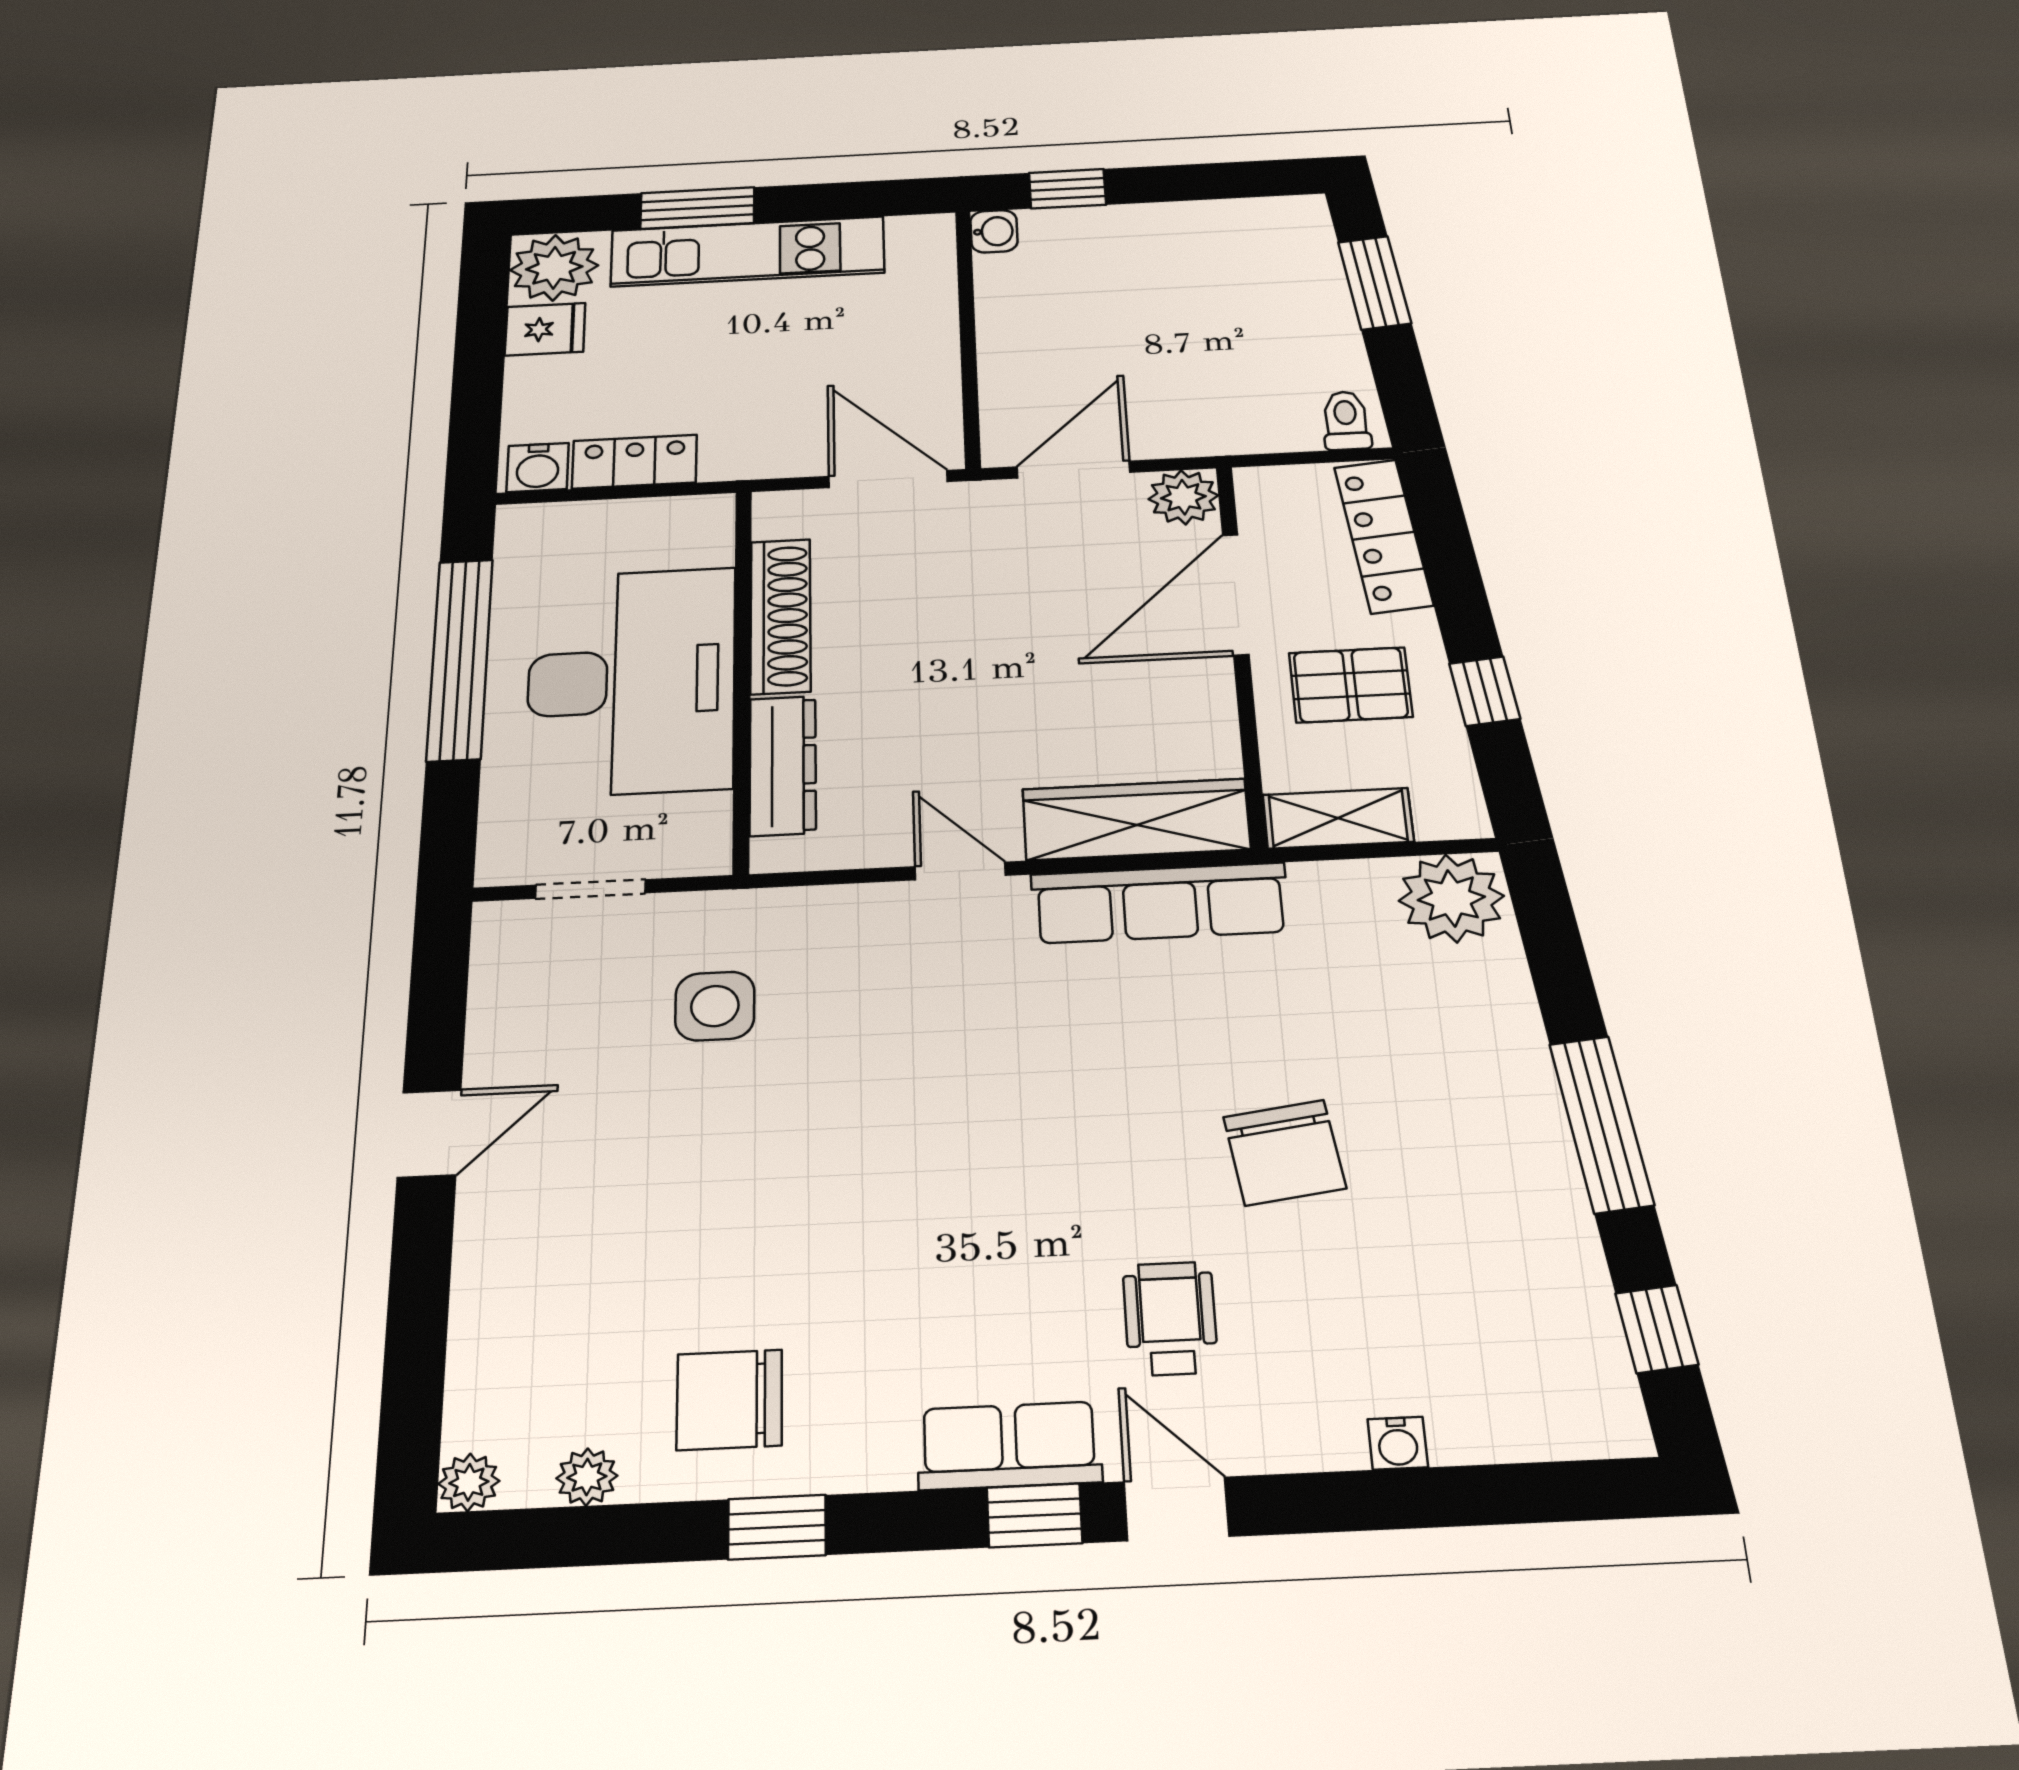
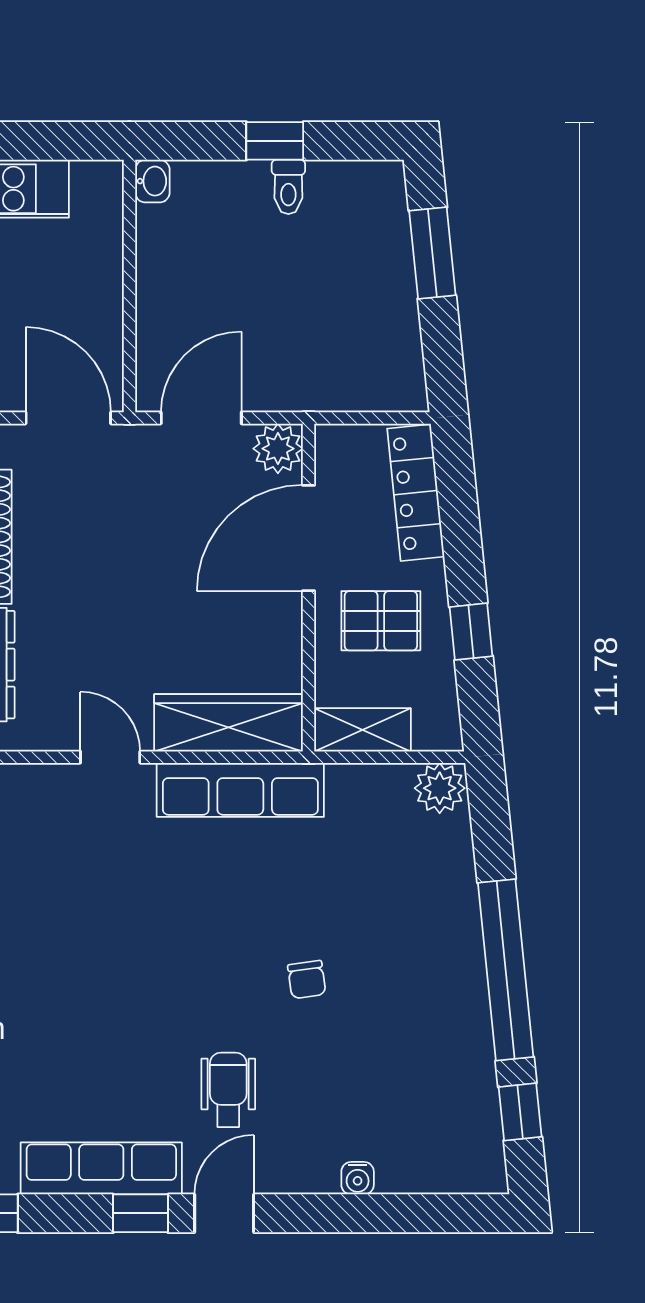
window: (1067, 189) -> (275, 141), moved
toilet: (1346, 421) -> (288, 187), moved, turned 180
plant: (1451, 898) -> (440, 788), width x0.73, depth x0.73
window: (1601, 1124) -> (506, 970), width x1.46
chair: (1285, 1153) -> (307, 980), width x0.54, depth x0.54
row of seats: (1009, 1446) -> (101, 1168), width x1.48
door: (1176, 1509) -> (224, 1213), hinge flipped

